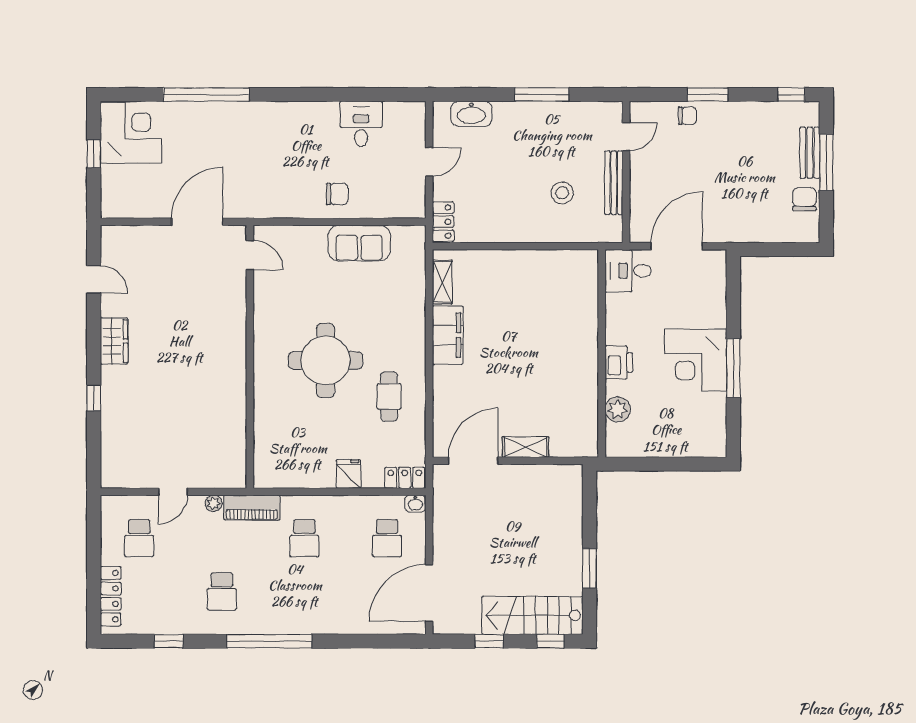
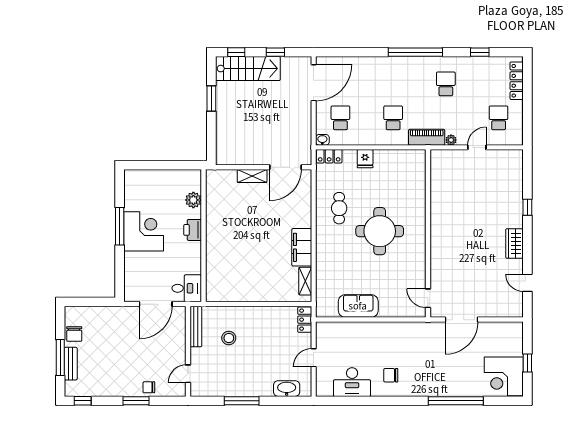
desk: (361, 124) -> (352, 382), width x1.37
bench: (614, 183) -> (196, 327), moved
chair: (337, 194) -> (391, 375), moved

